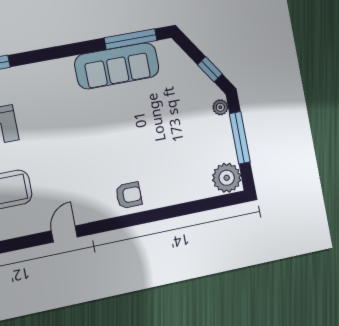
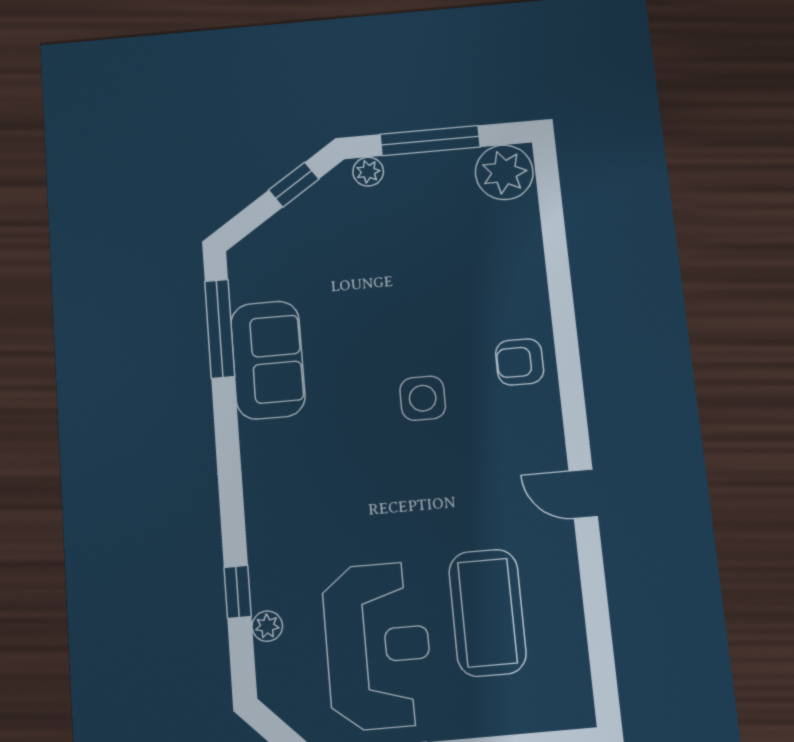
sofa: (117, 66) -> (268, 360), width x0.73
side table: (105, 148) -> (423, 398), added
armchair: (129, 195) -> (520, 362), turned -90

